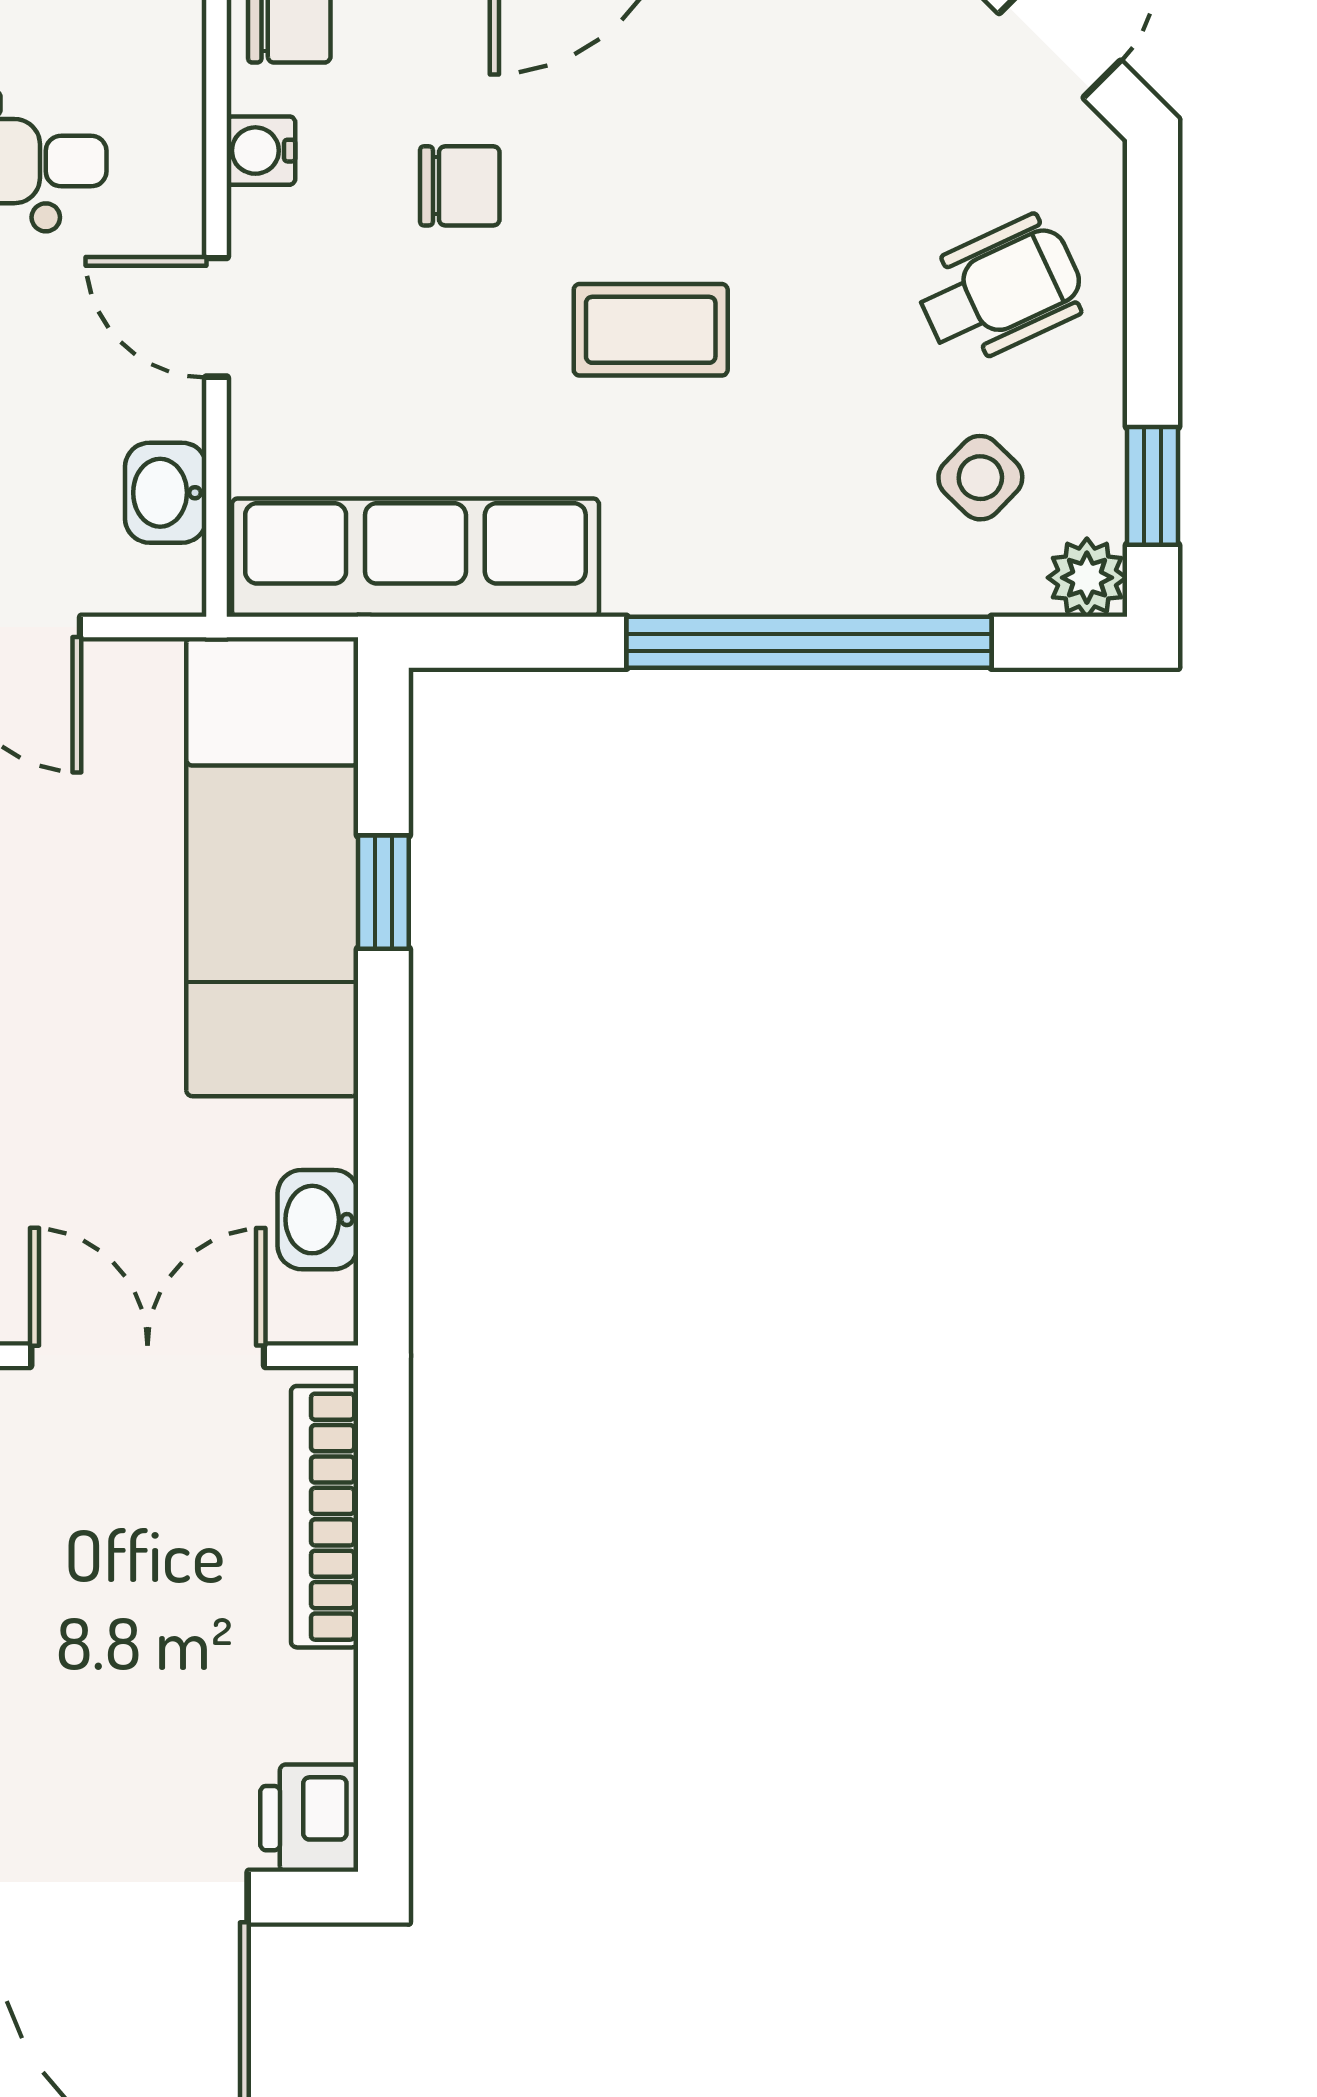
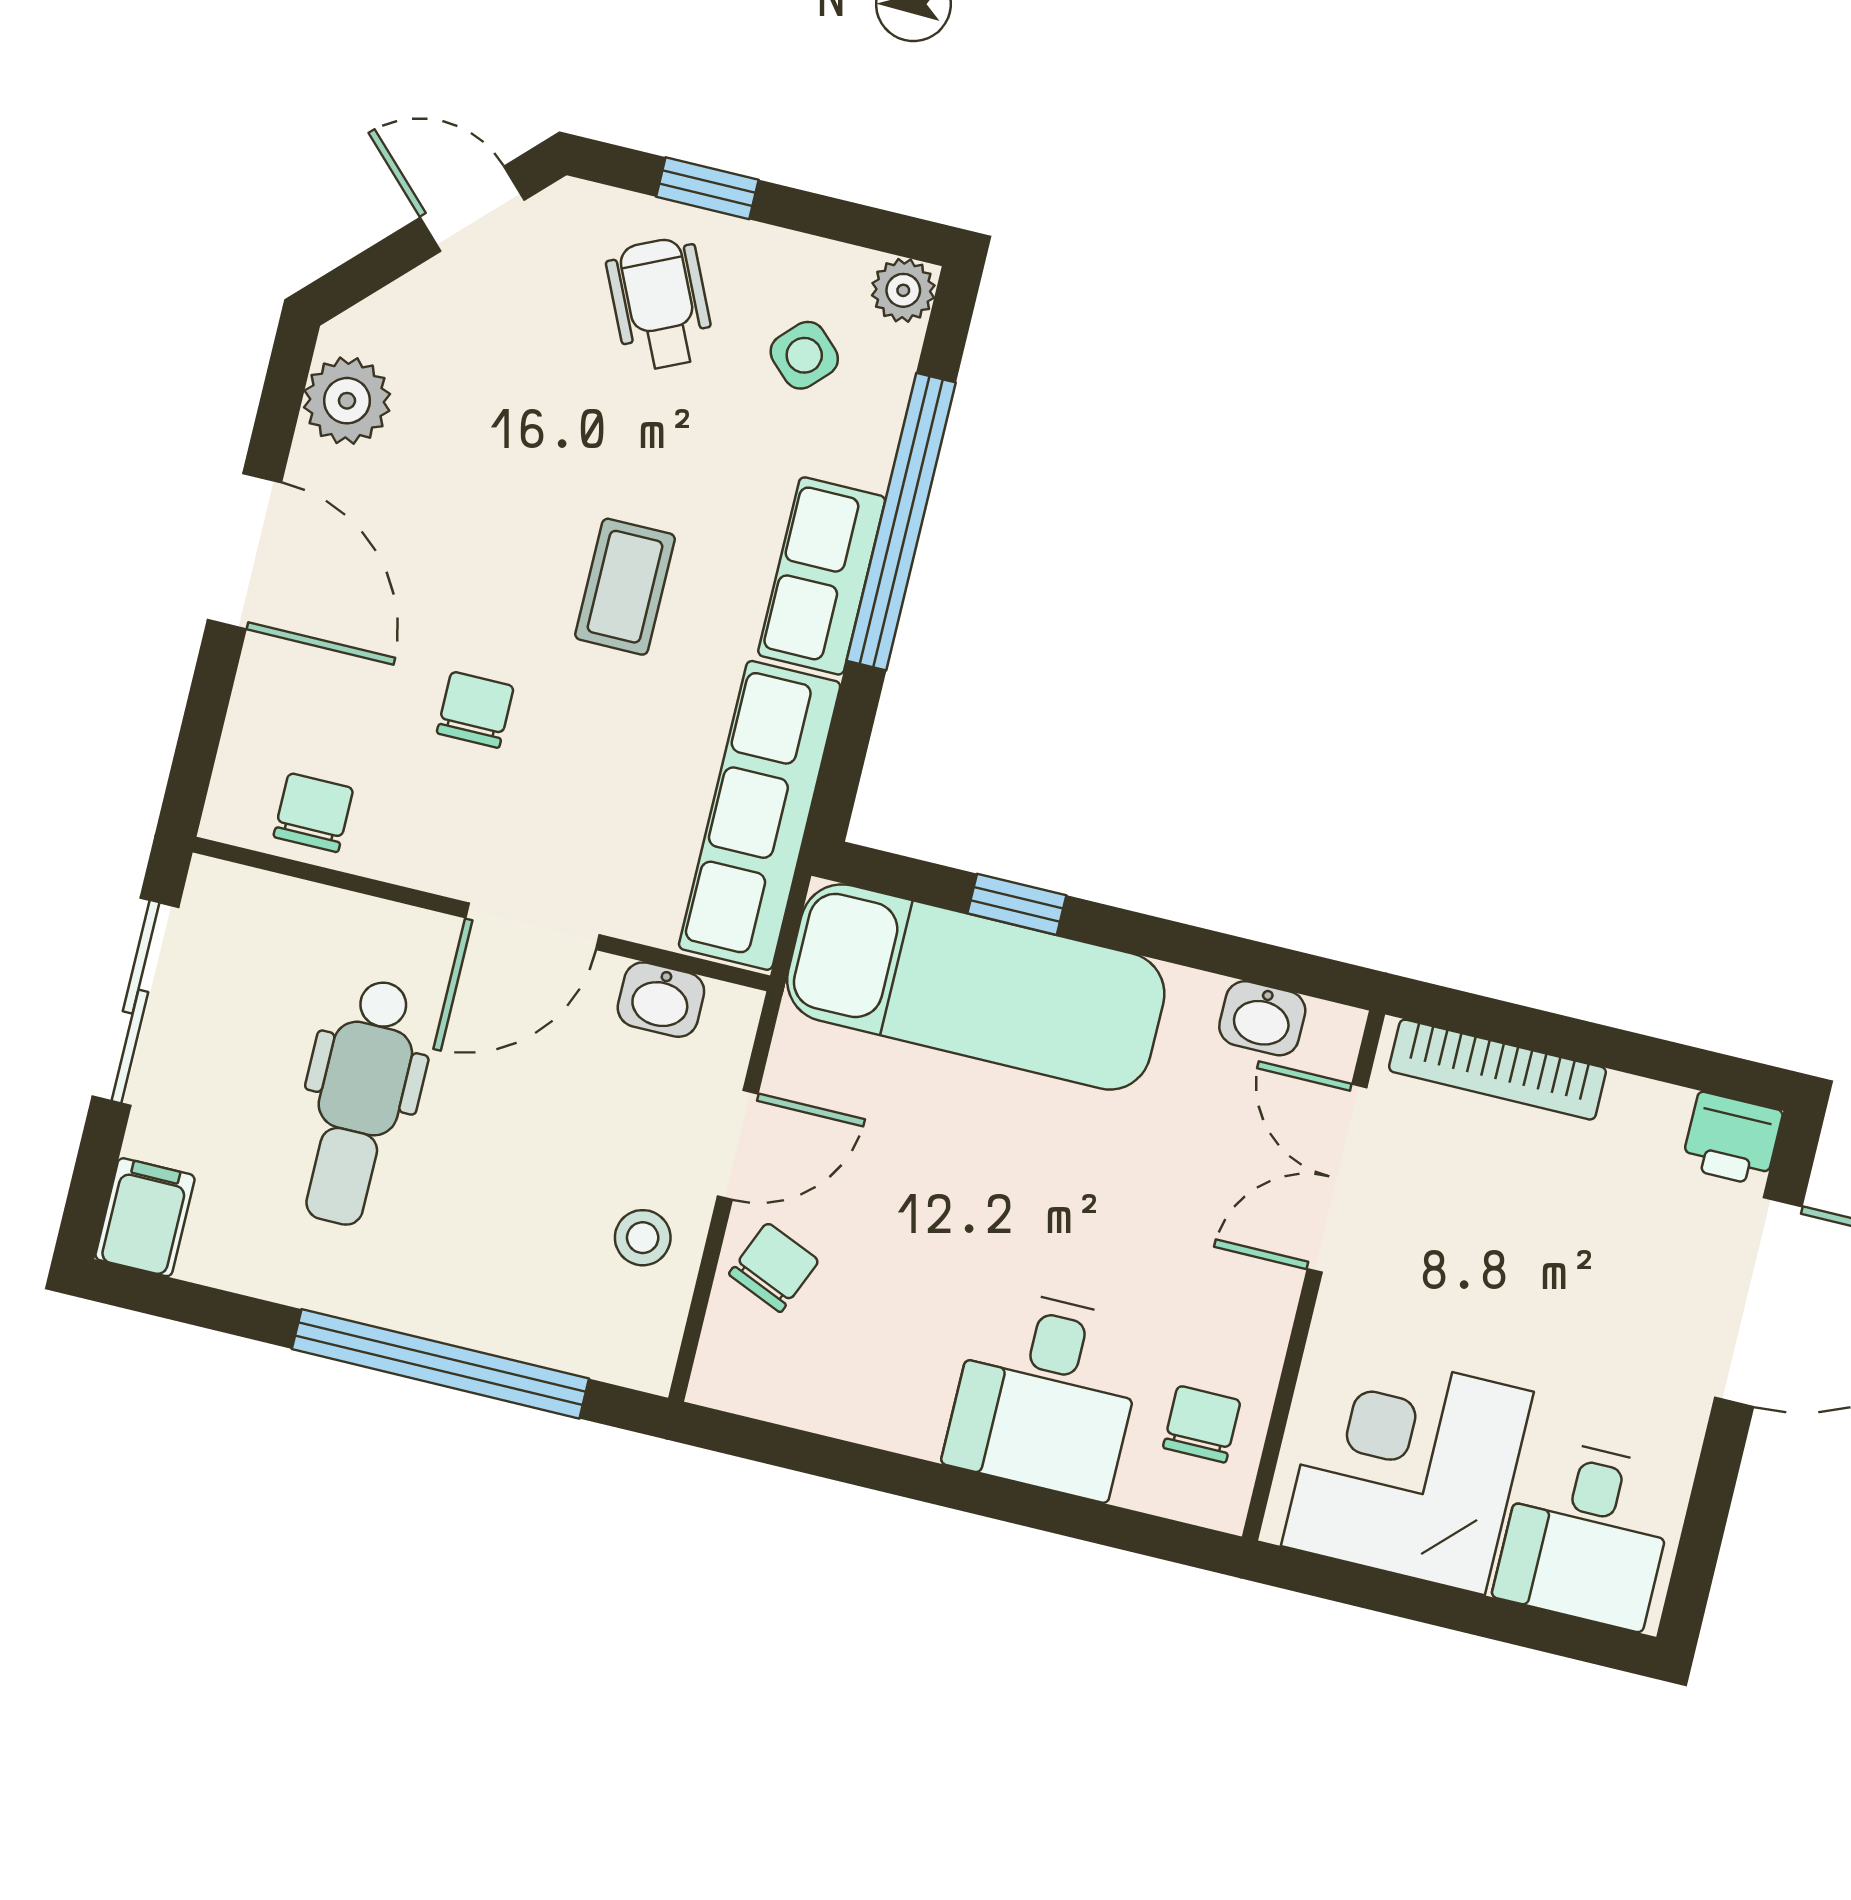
water cooler: (261, 151) -> (410, 860), removed
door: (216, 317) -> (532, 926), width x1.37
window: (1153, 486) -> (707, 188), moved
row of seats: (721, 563) -> (822, 576), added

